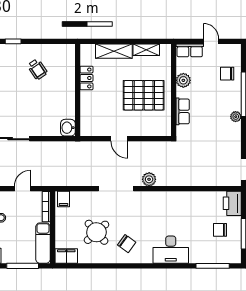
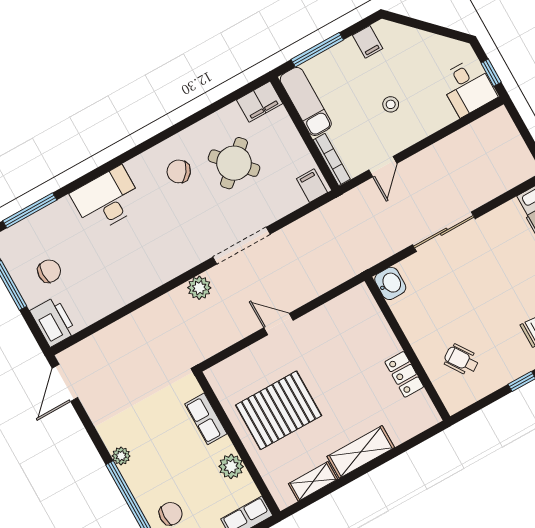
locker: (86, 78) -> (404, 374), moved
wall: (78, 90) -> (407, 349), moved
washbasin: (68, 128) -> (390, 283), moved

